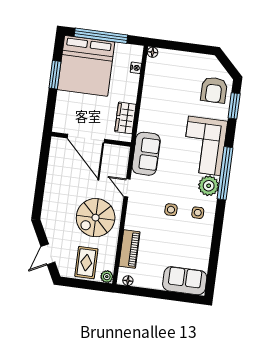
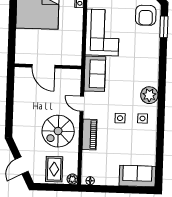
window: (55, 75) -> (13, 16), removed
wardrobe: (125, 118) -> (75, 46), removed
door: (86, 139) -> (43, 66), width x0.73
corner sofa: (204, 146) -> (102, 32), moved, turned 180
window: (225, 173) -> (162, 83), removed
piano: (129, 249) -> (90, 134), moved

